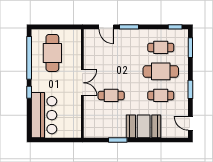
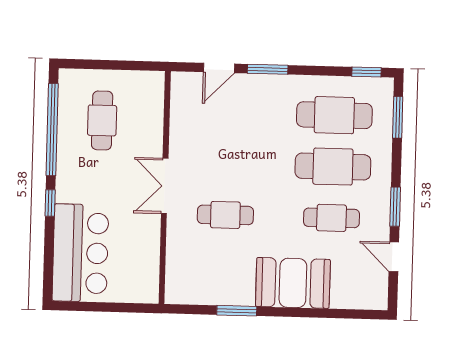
door: (106, 27) -> (219, 68), hinge flipped
cafe table: (161, 47) -> (334, 115), width x1.37, depth x1.35
cafe table: (52, 53) -> (102, 120), width x0.73, depth x0.74
double door: (82, 83) -> (165, 186), swing flipped
door: (190, 123) -> (394, 257), moved

